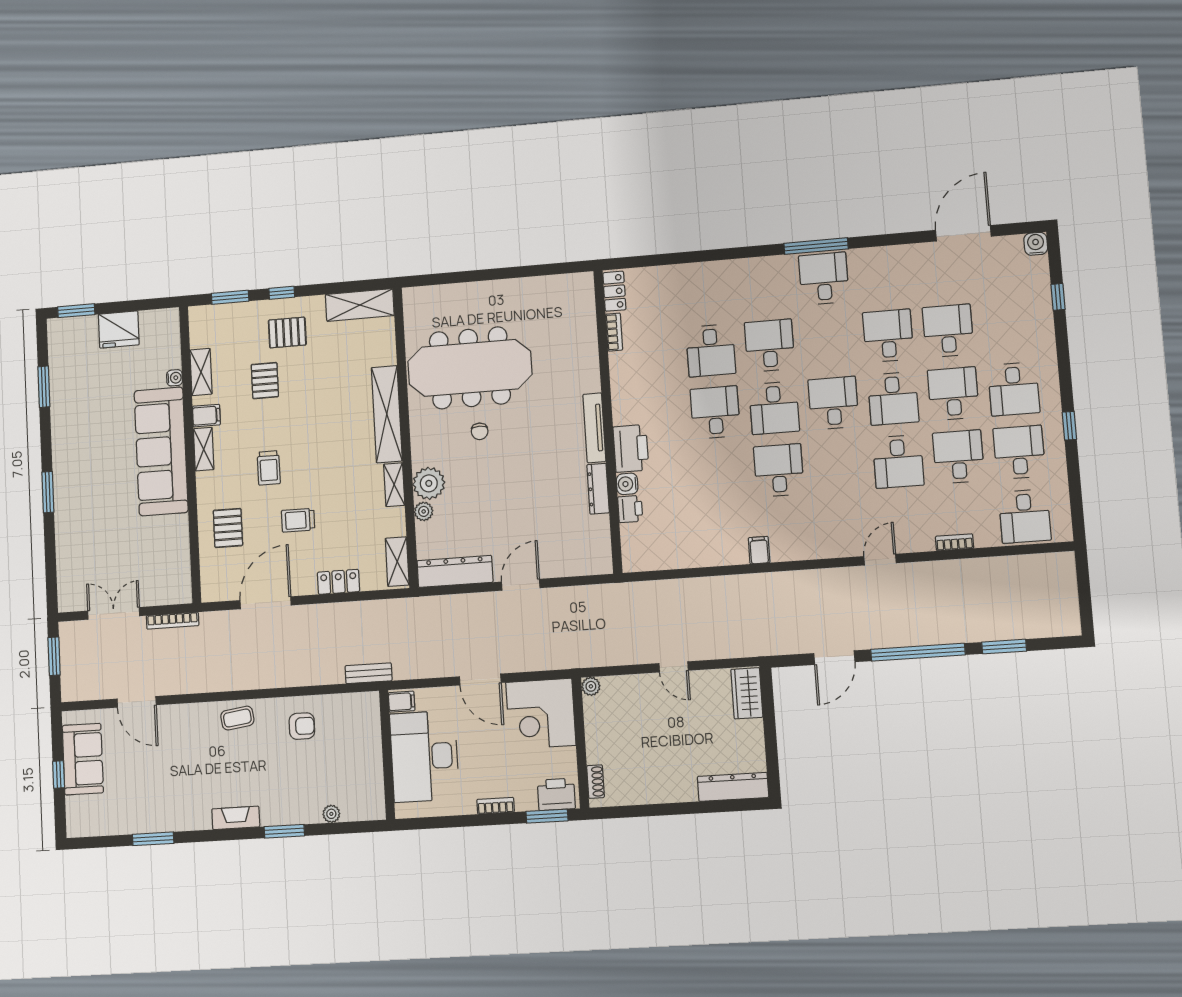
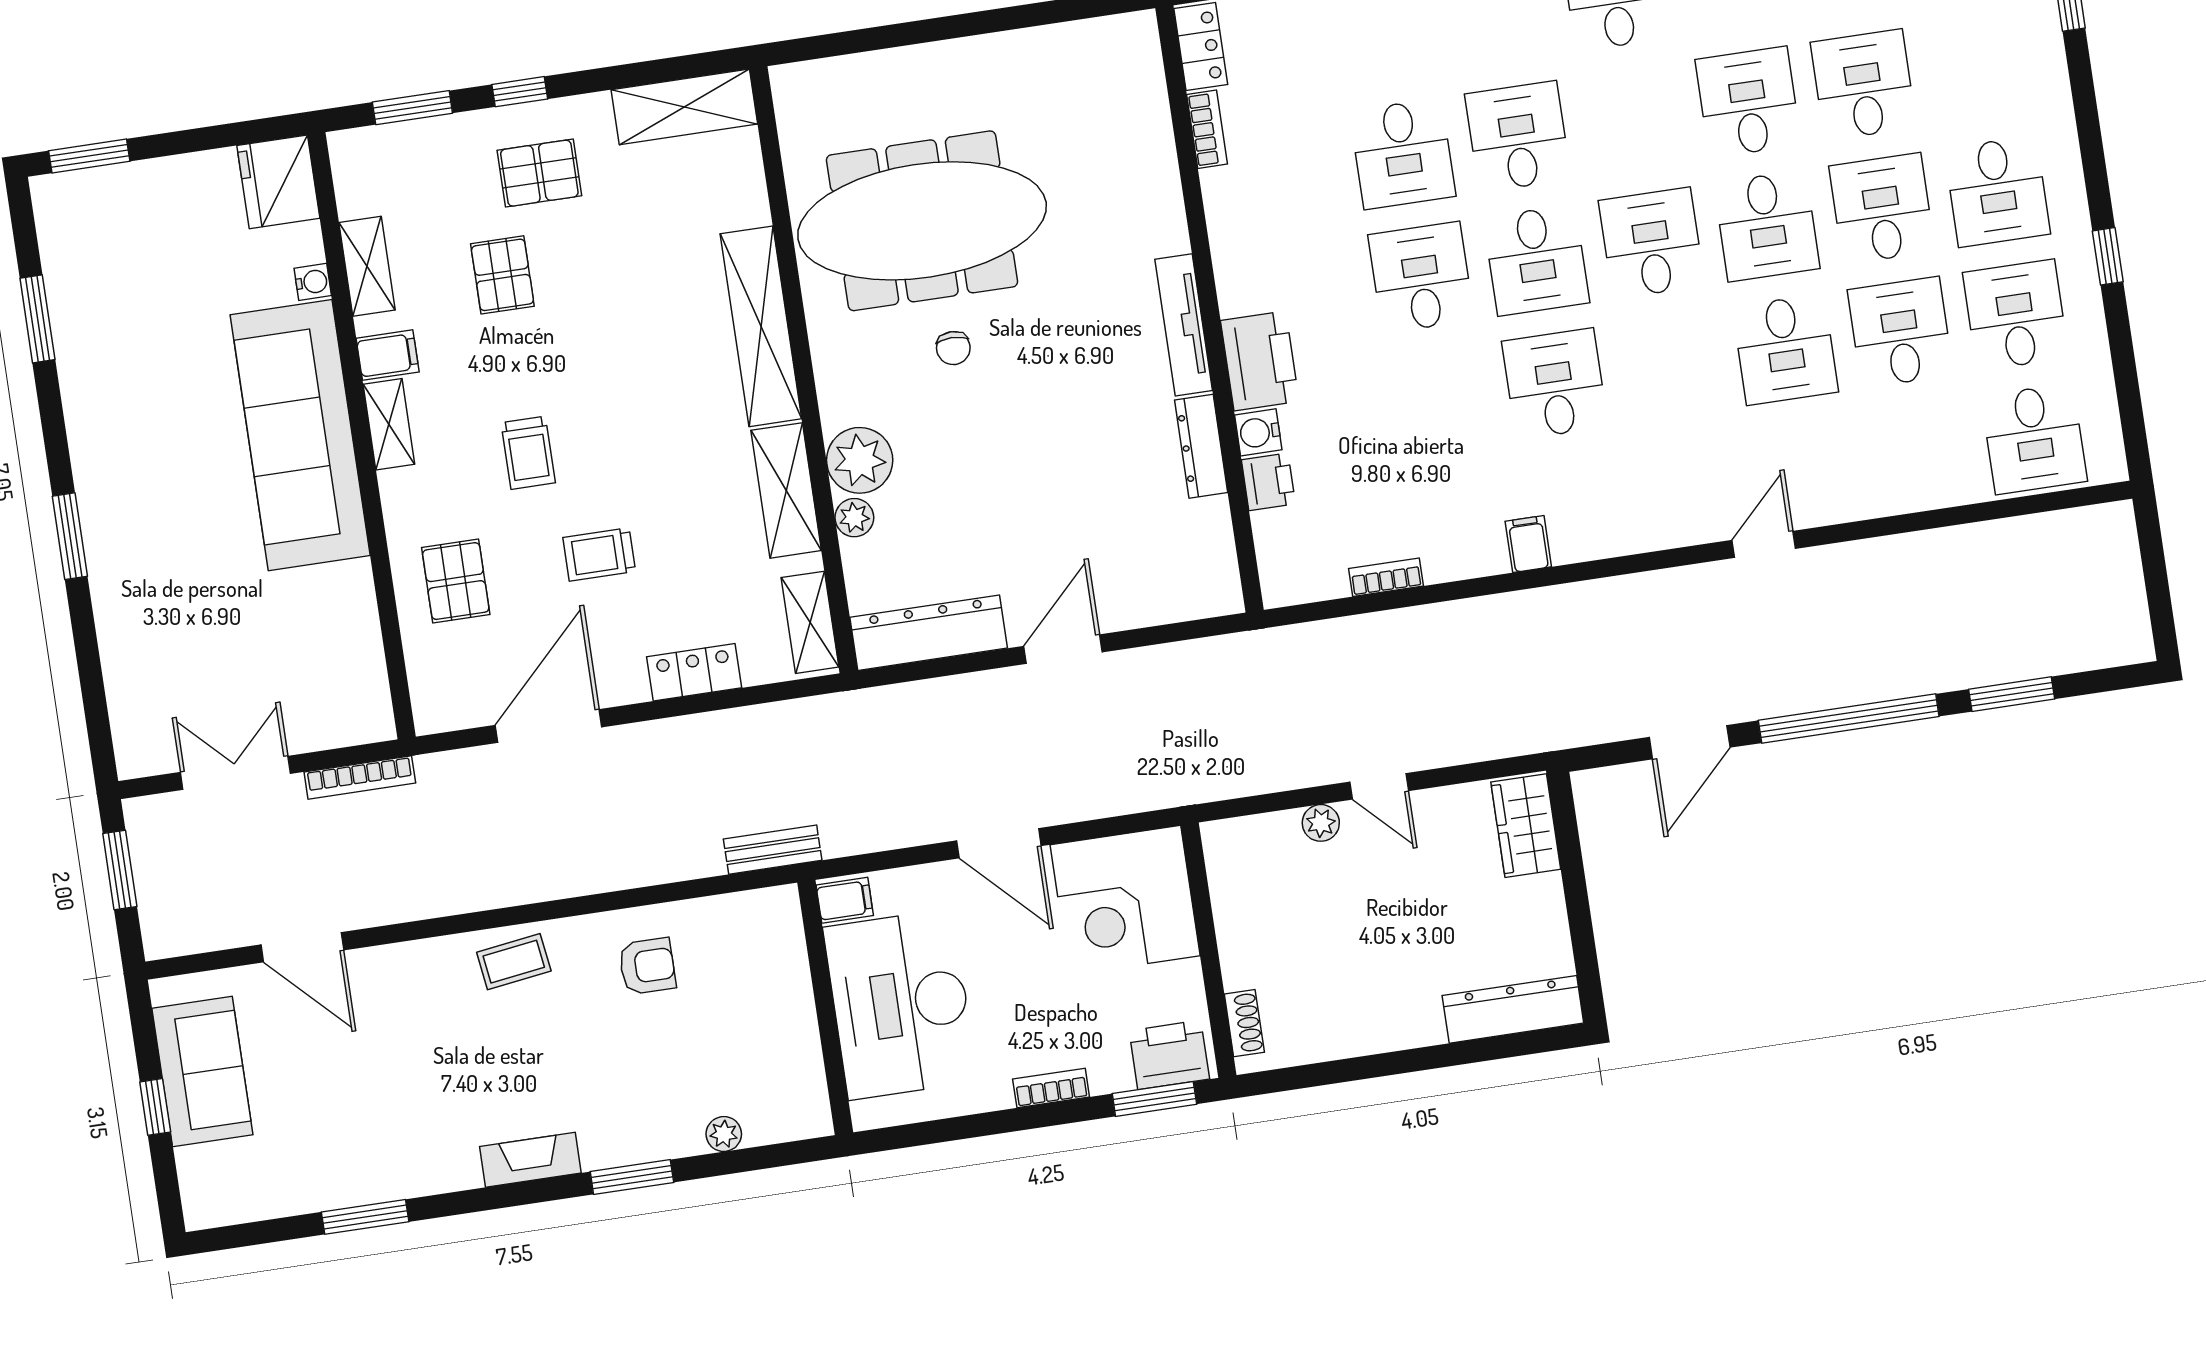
fridge: (119, 329) -> (278, 182), moved, turned 90
shelving: (394, 485) -> (786, 490), width x1.50, depth x1.33
bookcase: (954, 542) -> (1386, 577), moved
plant: (591, 686) -> (1321, 823), moved

